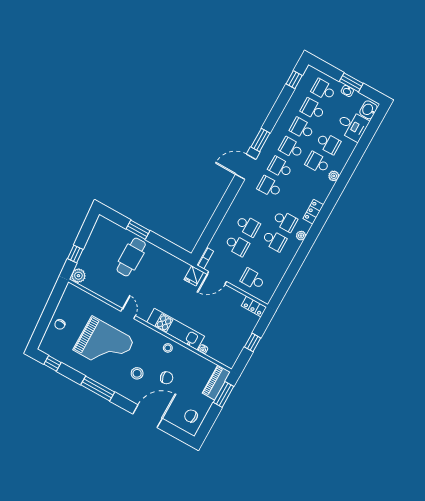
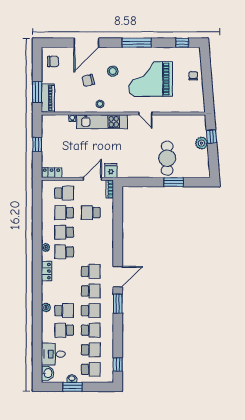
school desk: (248, 226) -> (64, 213), moved
plant: (78, 276) -> (201, 143), moved

